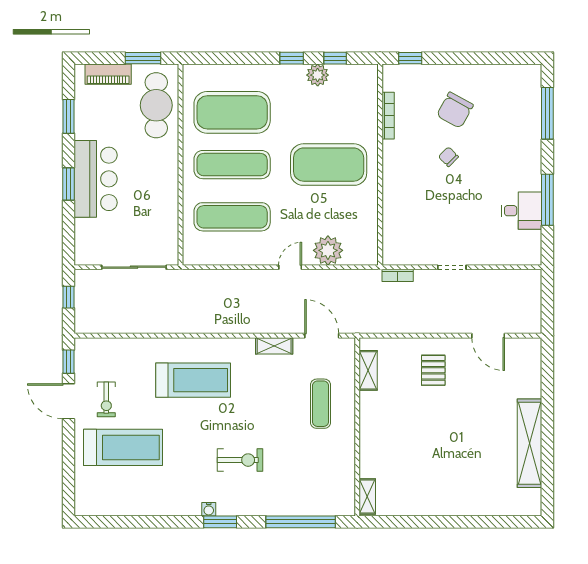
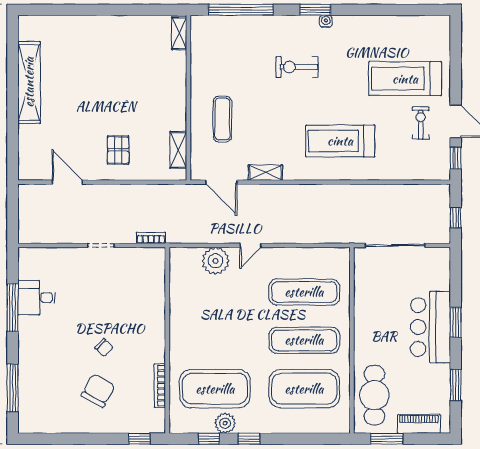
exercise mat: (329, 165) -> (215, 389), moved

